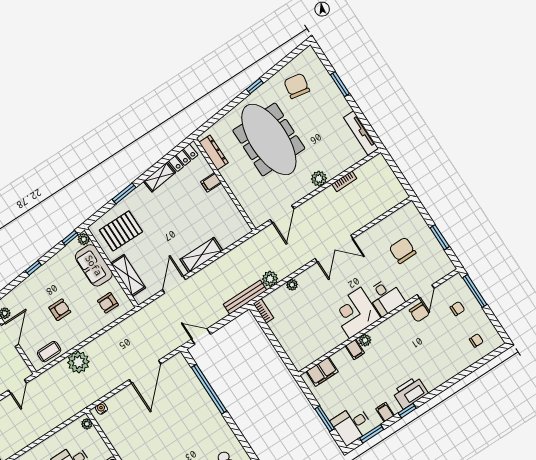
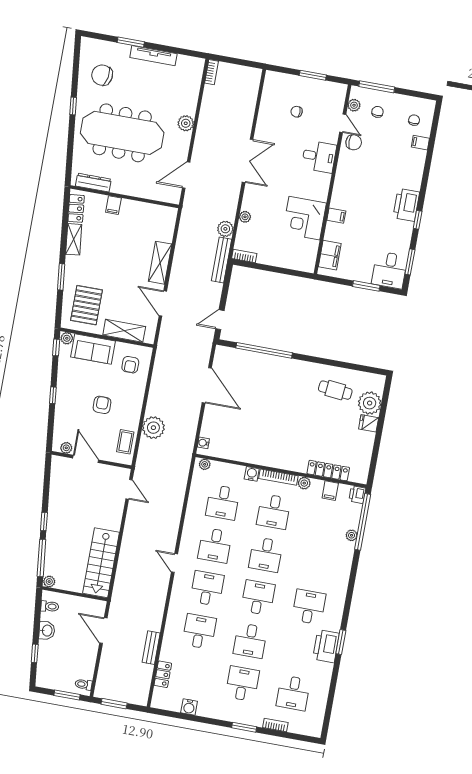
tv unit: (361, 133) -> (153, 56), moved
bookcase: (344, 181) -> (212, 72), moved
door: (282, 214) -> (186, 175), swing flipped
chair: (403, 250) -> (297, 112), width x0.54, depth x0.54
corner desk: (355, 313) -> (304, 218), moved
plant: (365, 340) -> (354, 105), moved
filing cabinet: (385, 412) -> (420, 143), moved

